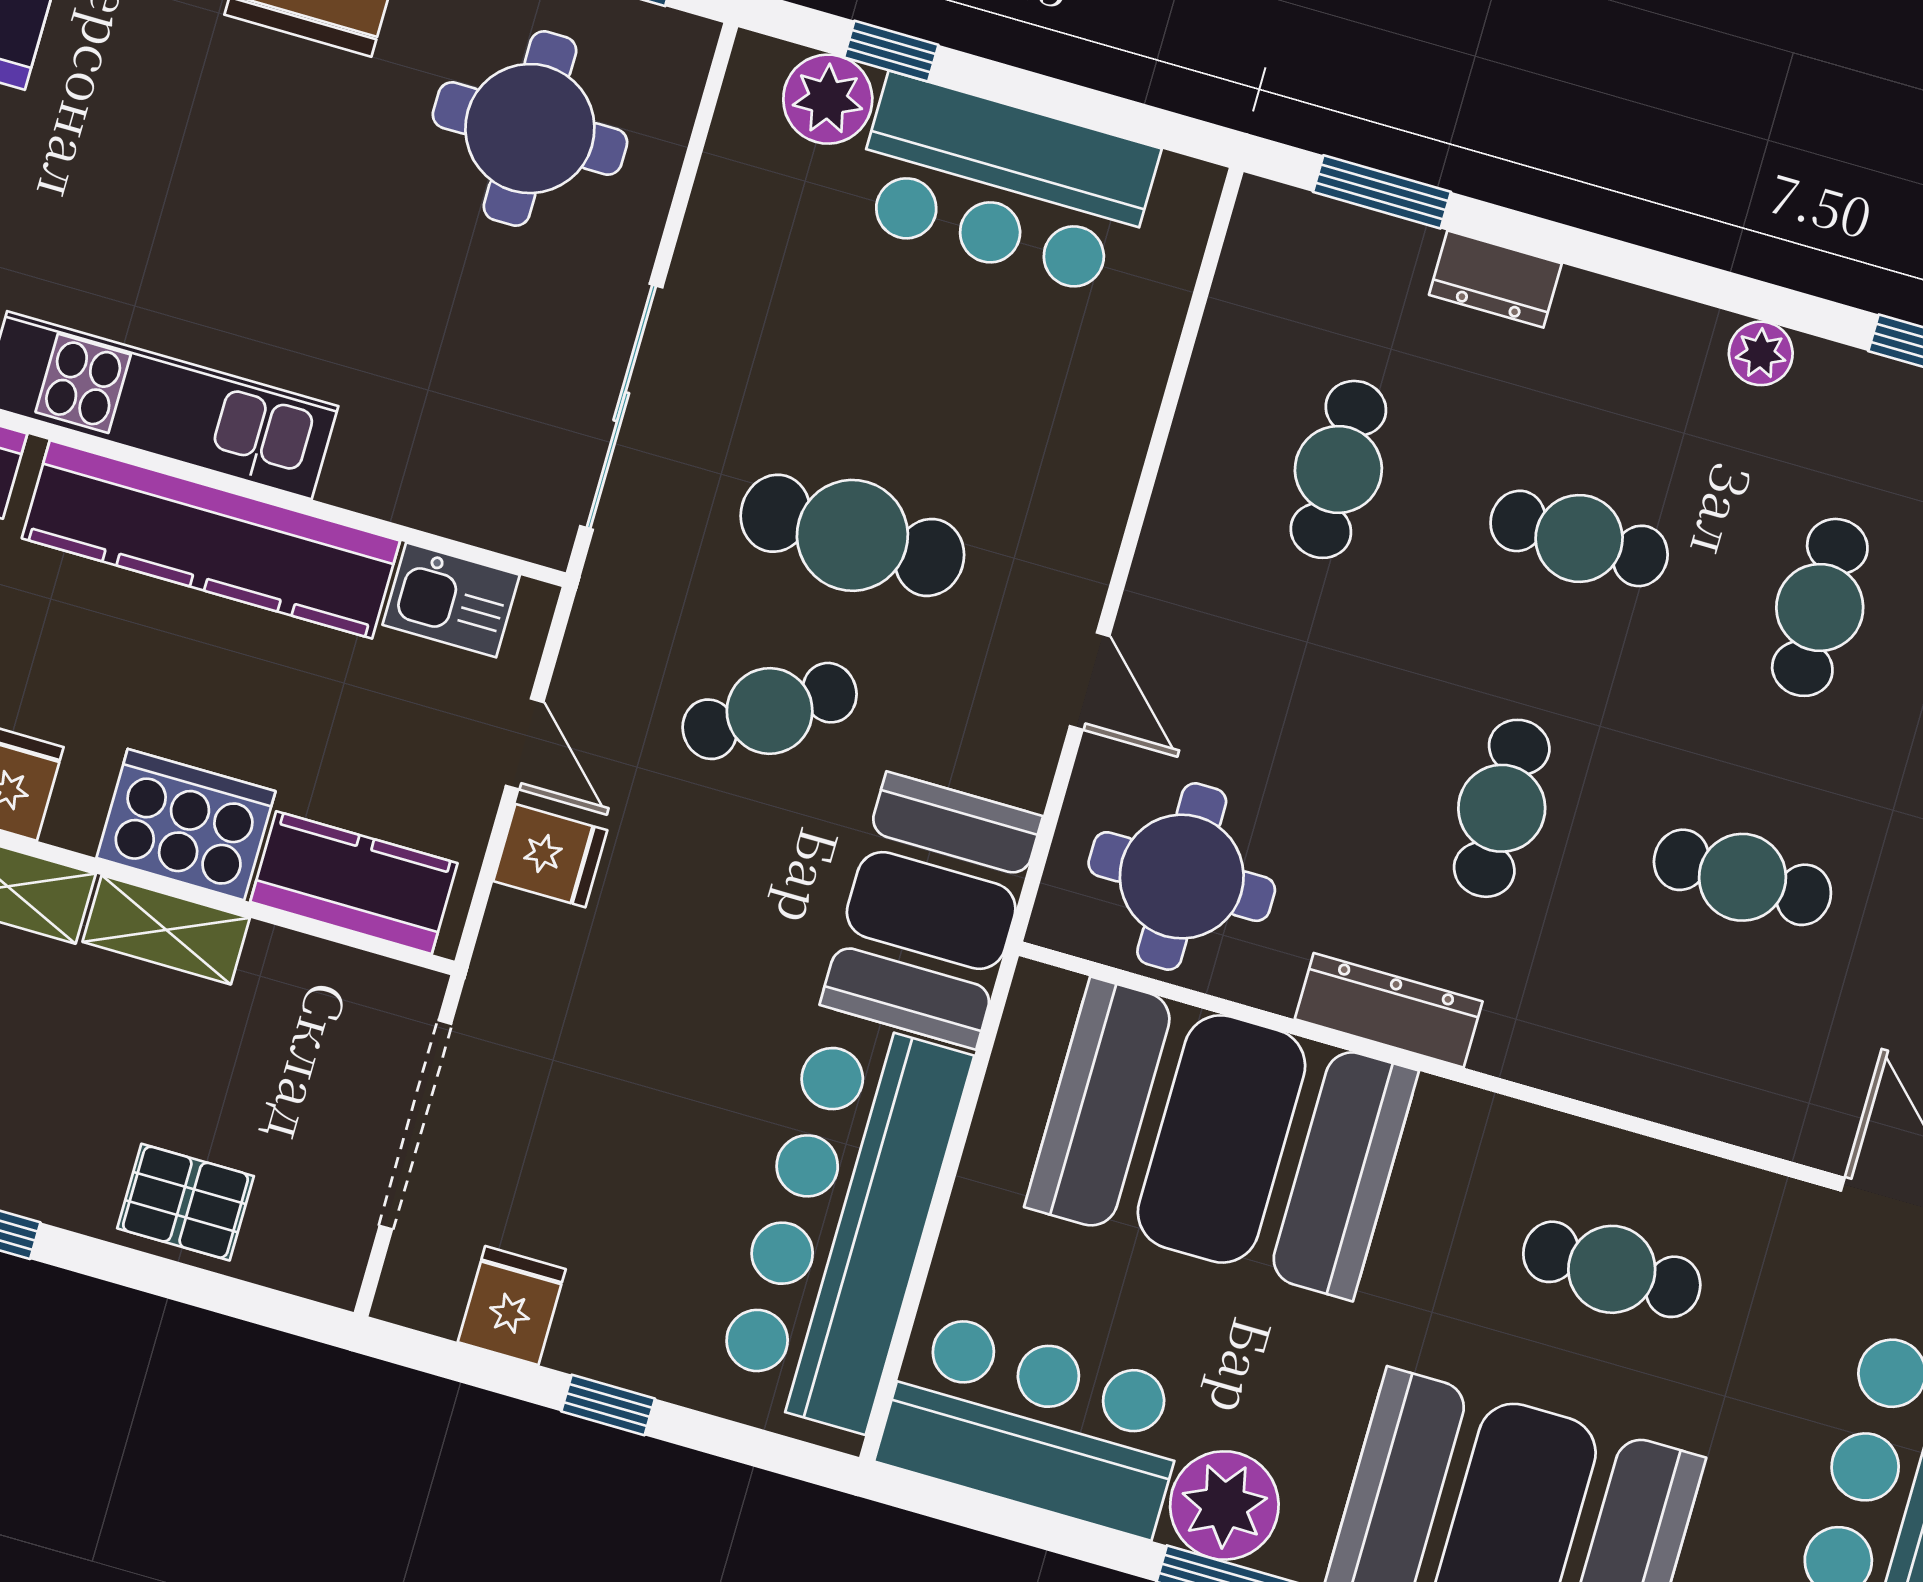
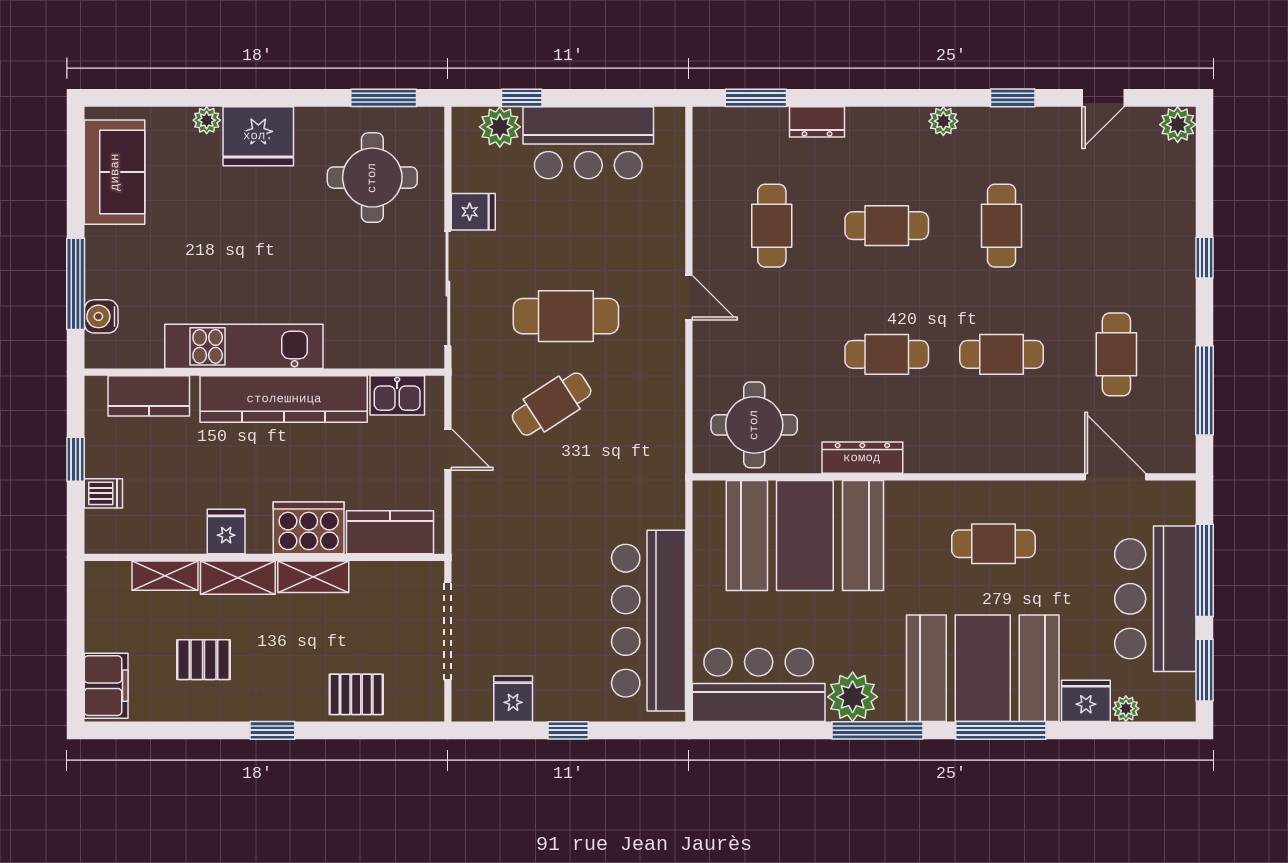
door: (1090, 681) -> (689, 298), moved
cafe table: (1502, 808) -> (887, 354), turned 90
fridge: (550, 856) -> (473, 212), moved
booth: (931, 910) -> (648, 472), removed

